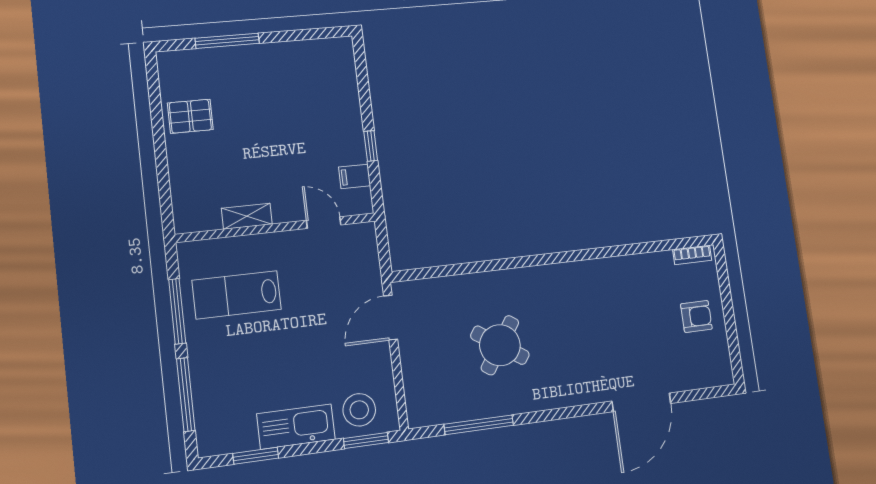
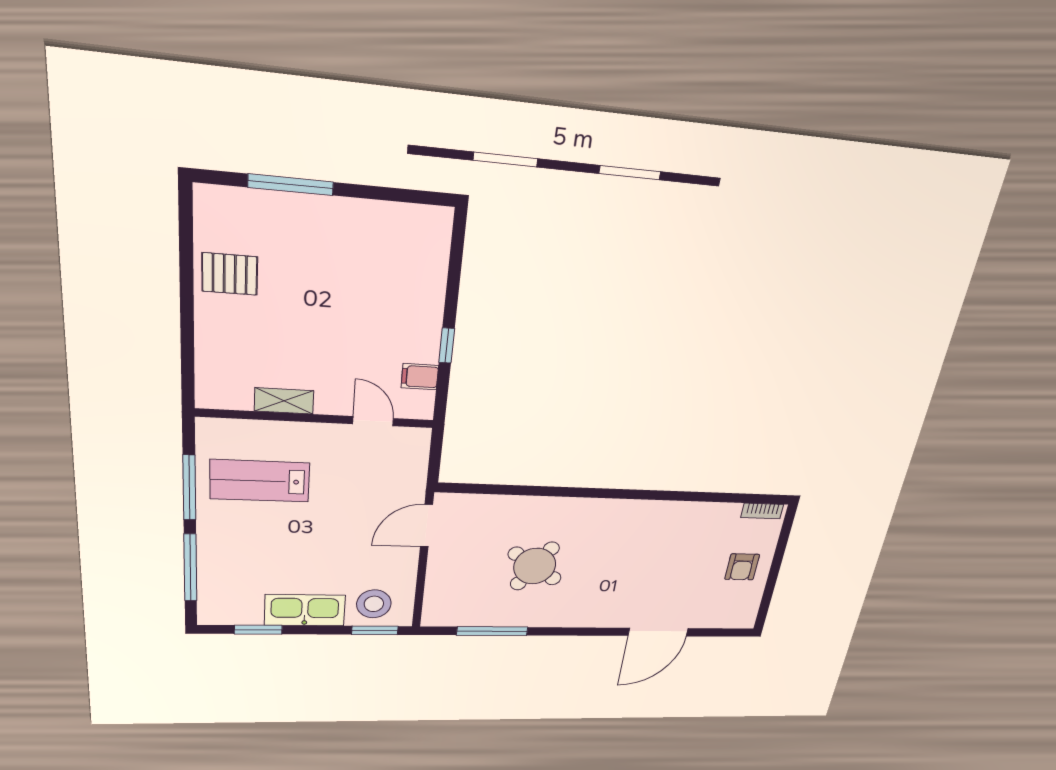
armchair: (696, 316) -> (742, 567), turned 90

